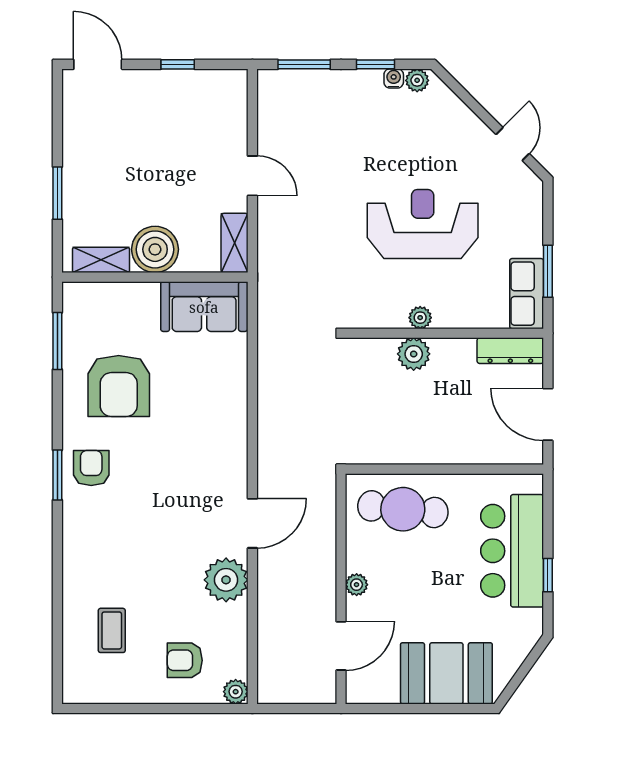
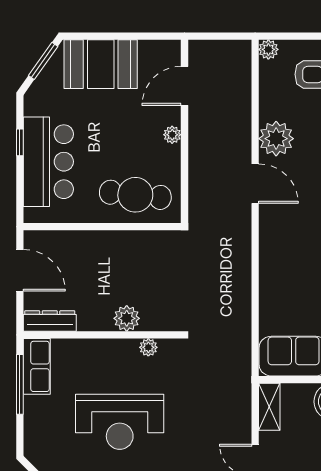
window: (548, 271) -> (20, 384), width x1.44
plant: (420, 318) -> (148, 347), moved
door: (252, 523) -> (255, 184), swing flipped
window: (519, 677) -> (43, 61), added

